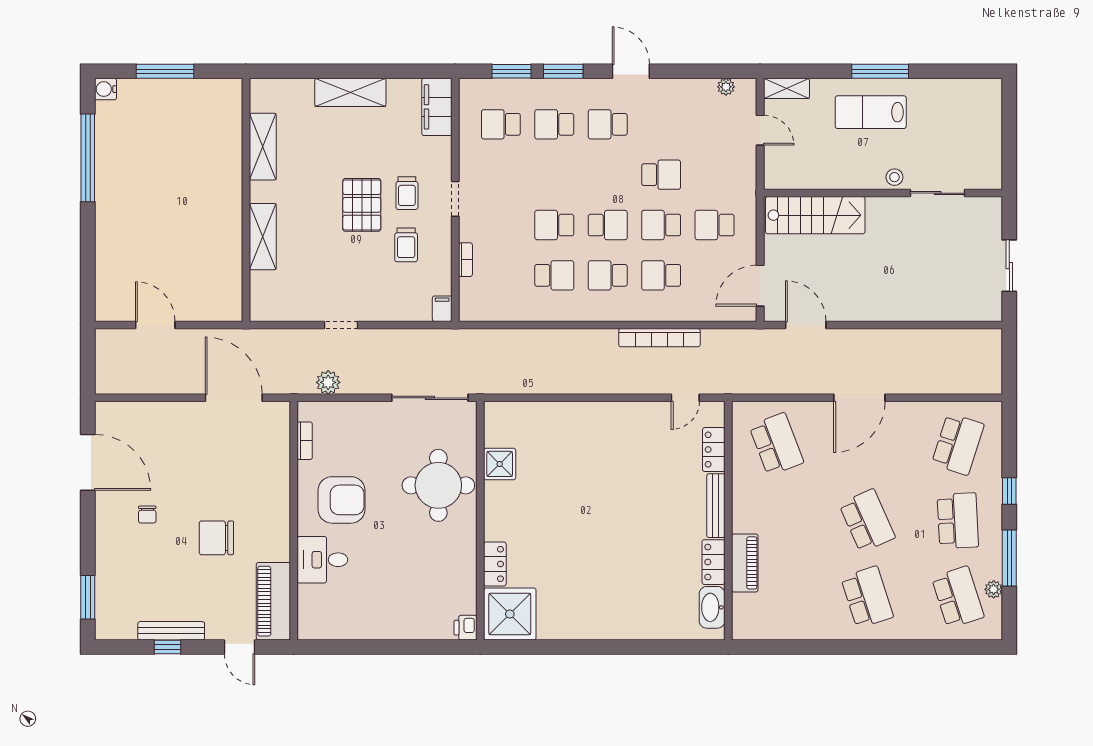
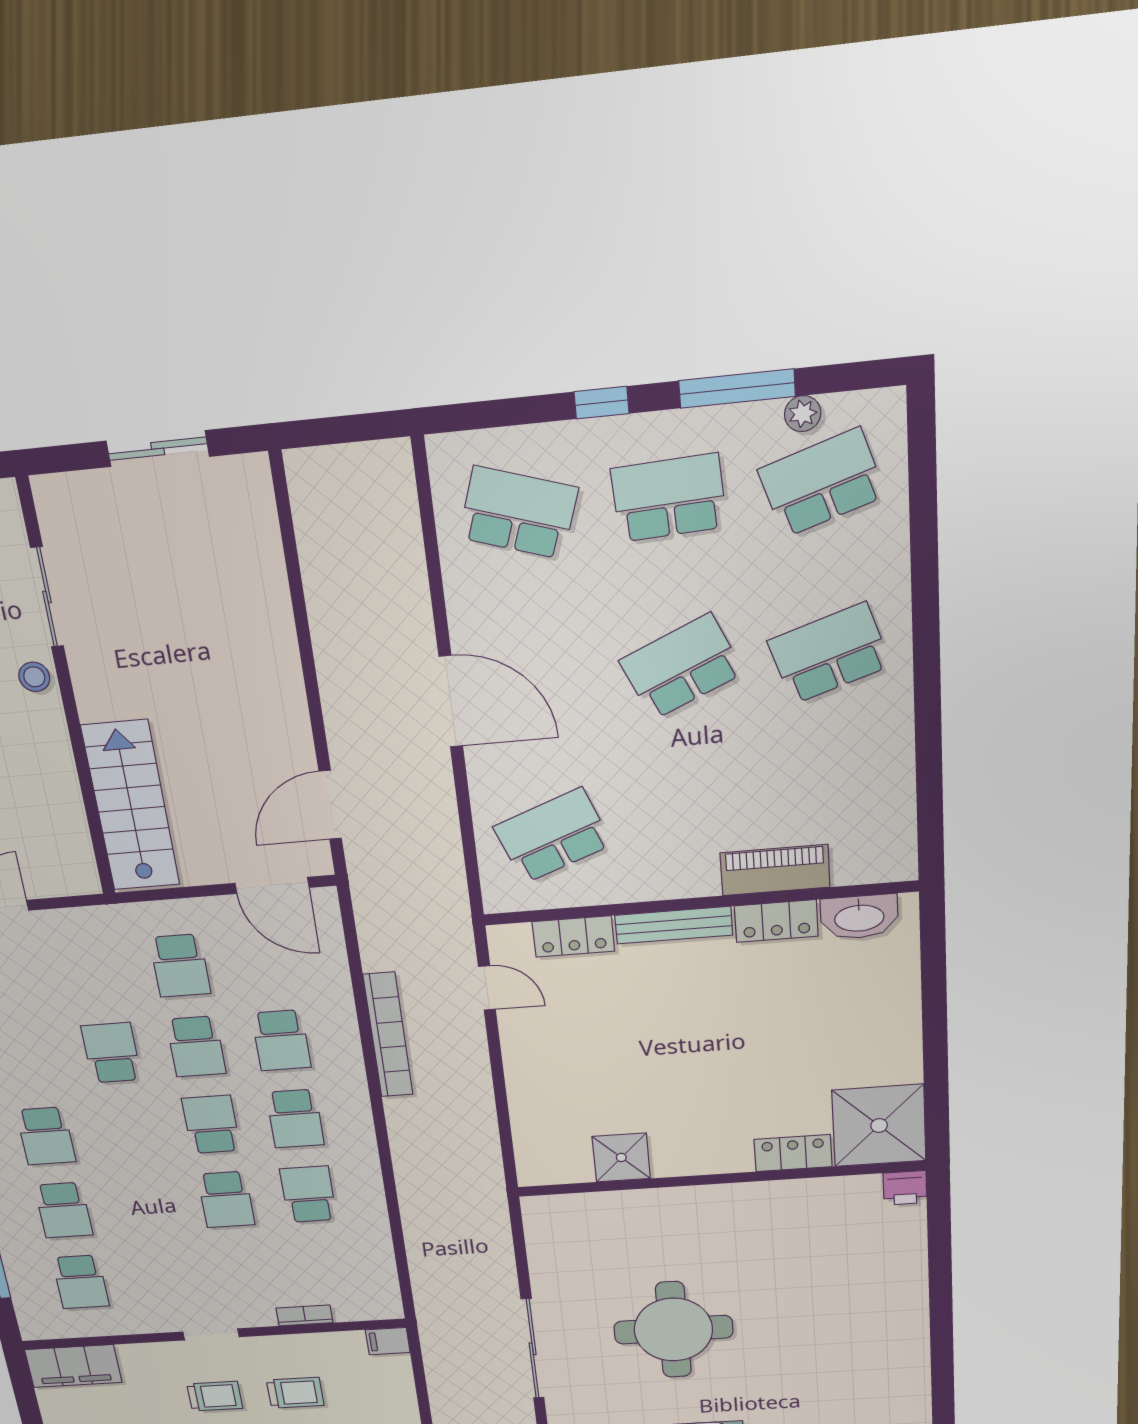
shower: (500, 464) -> (621, 1157), moved
wall: (480, 521) -> (720, 1179), moved
locker: (495, 564) -> (793, 1153), moved
shower: (510, 614) -> (879, 1126), moved
printer: (466, 628) -> (905, 1188), moved

